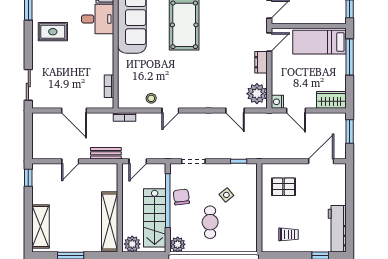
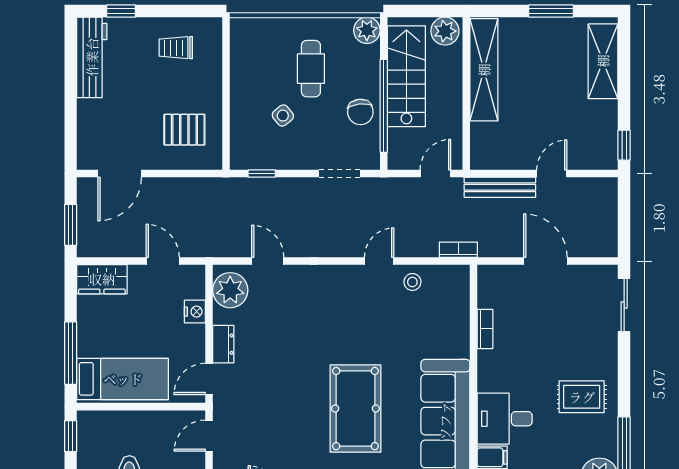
bookcase: (109, 86) -> (485, 329), moved
nightstand: (277, 102) -> (195, 312), moved
bench: (106, 153) -> (500, 187), width x1.36

